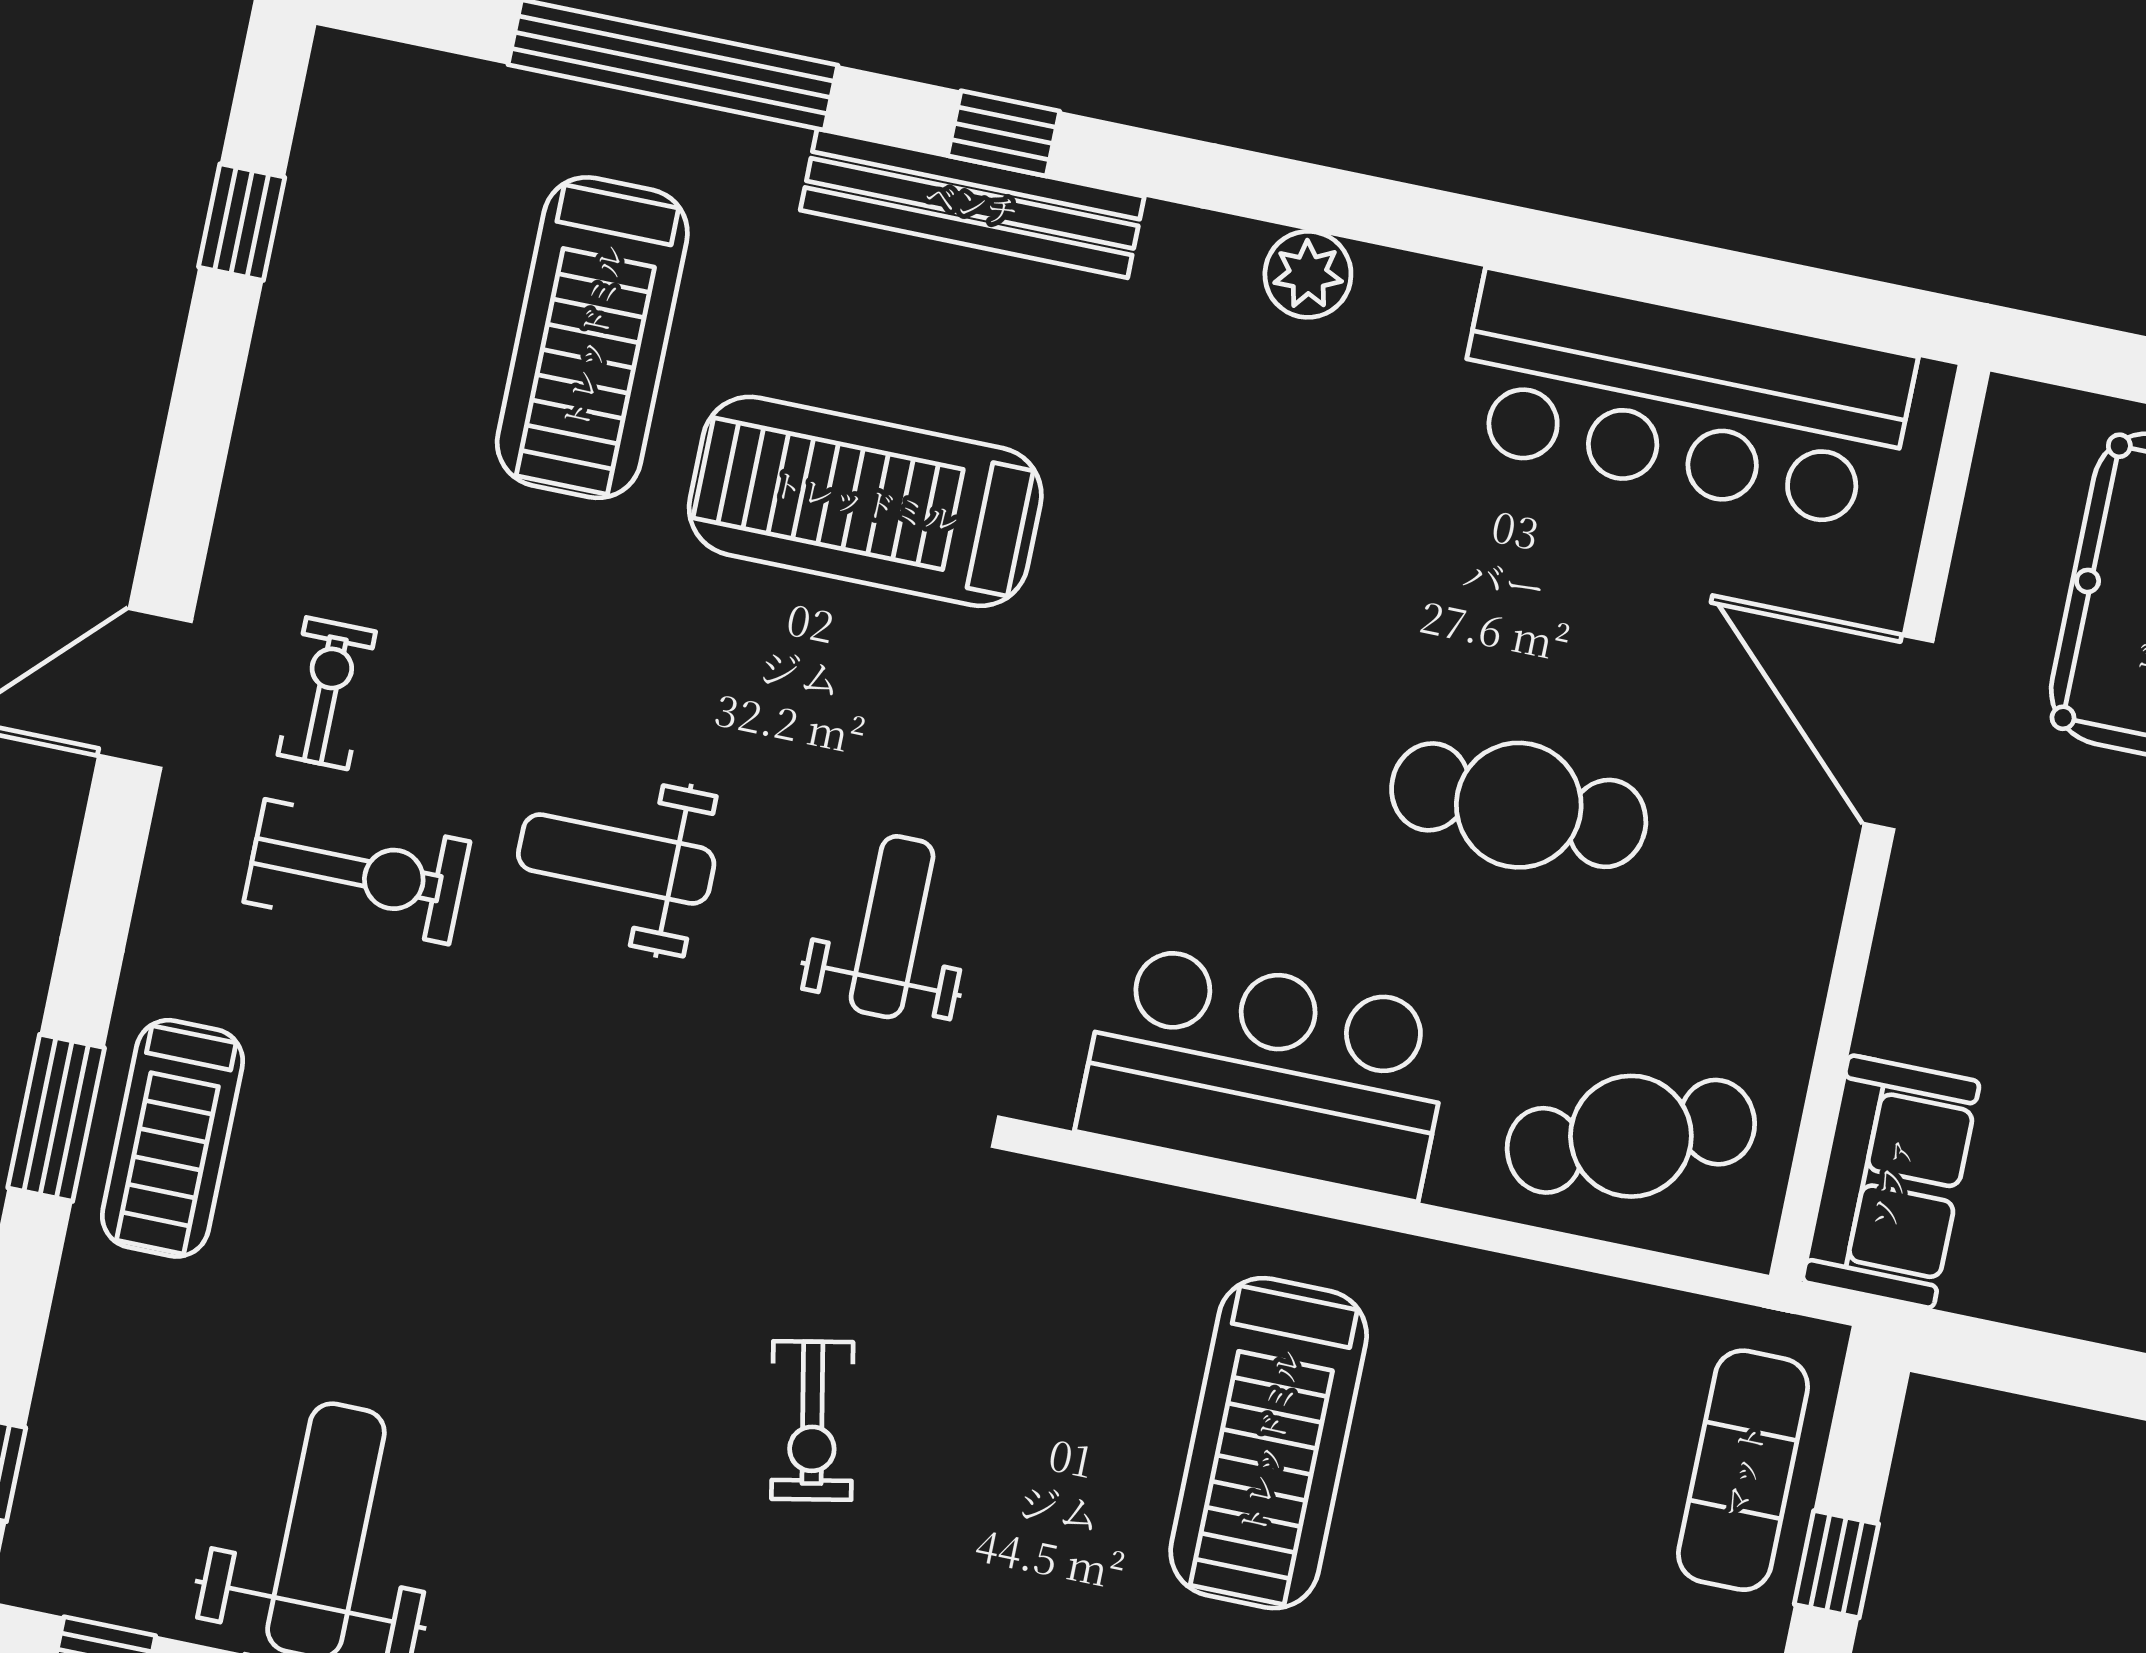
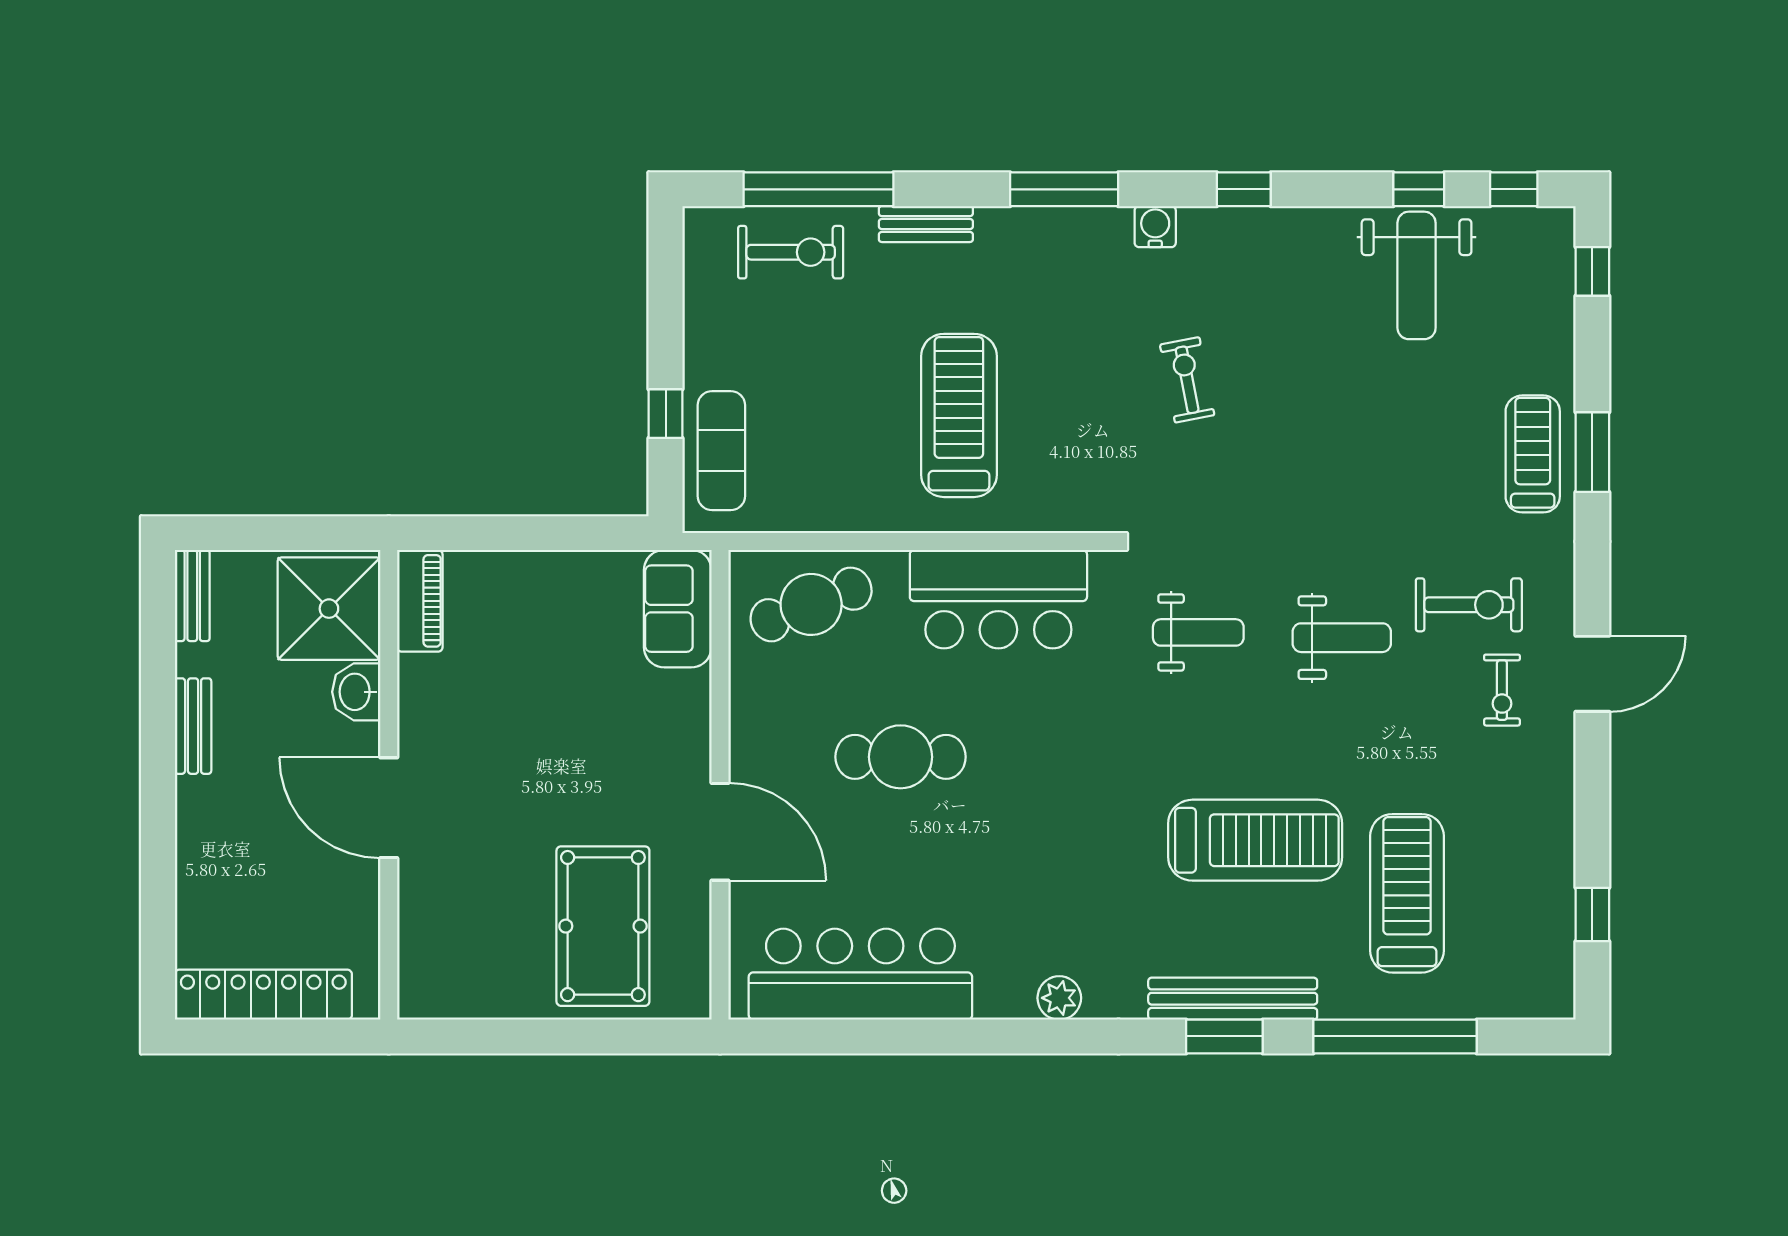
window: (1004, 133) -> (1224, 1036), width x1.50
exercise bike: (357, 872) -> (1469, 605), turned 180
weight bench: (892, 927) -> (1198, 632), turned -90

